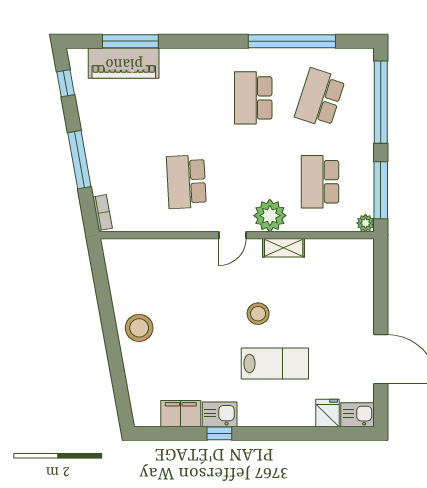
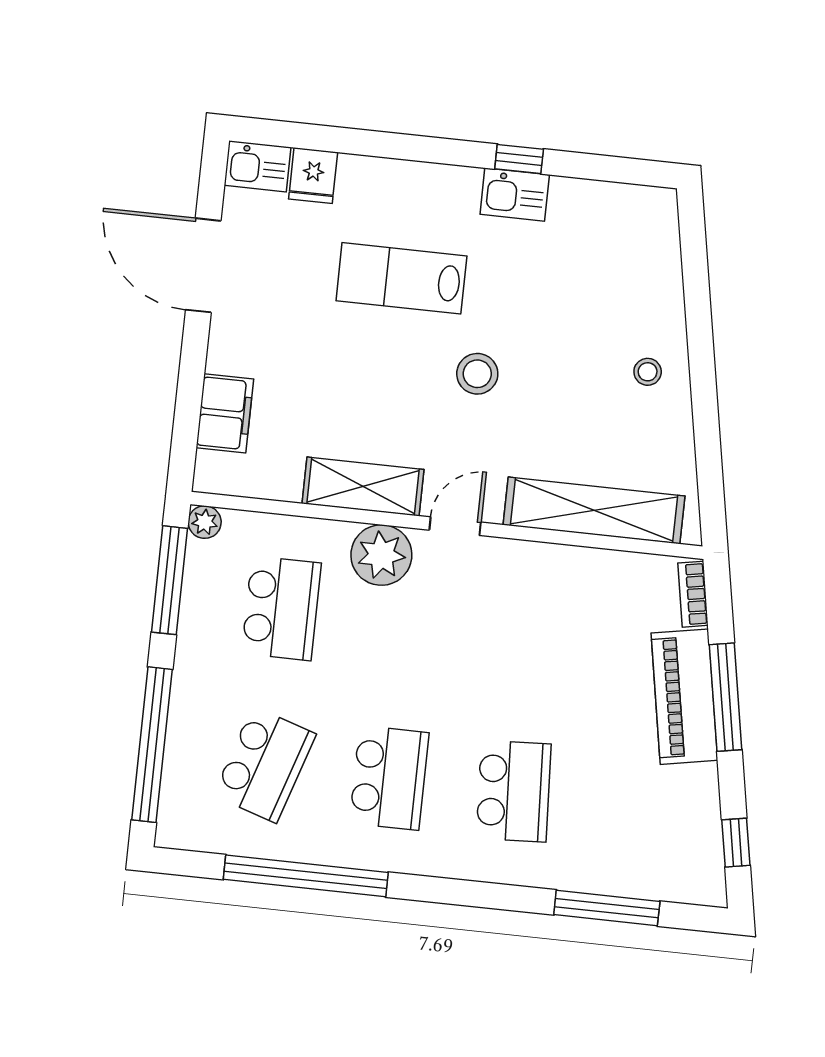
piano: (124, 63) -> (684, 697), moved, turned -100
school desk: (186, 182) -> (514, 791), moved
shelving: (284, 248) -> (363, 486), width x1.50, depth x1.33
shelving: (160, 251) -> (594, 510), added
stool: (258, 314) -> (477, 374), moved
stool: (139, 328) -> (648, 372), width x0.53, depth x0.53
filing cabinet: (181, 414) -> (225, 413), moved, turned -90

